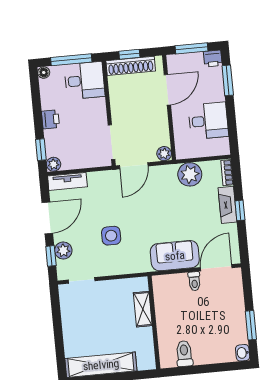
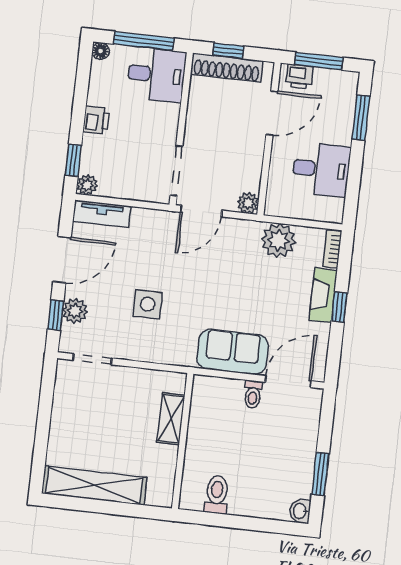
printer: (213, 59) -> (299, 77), moved

